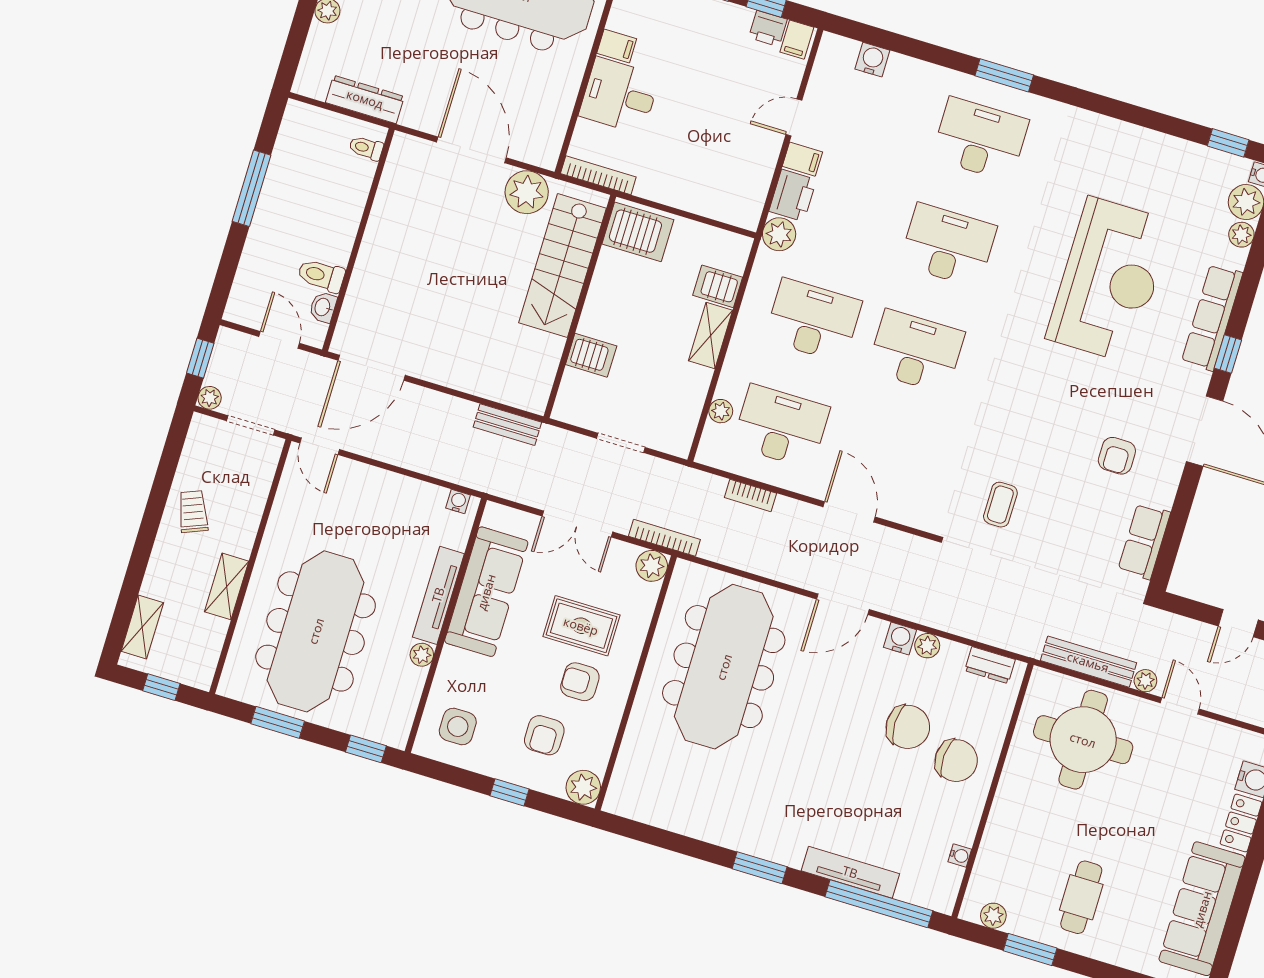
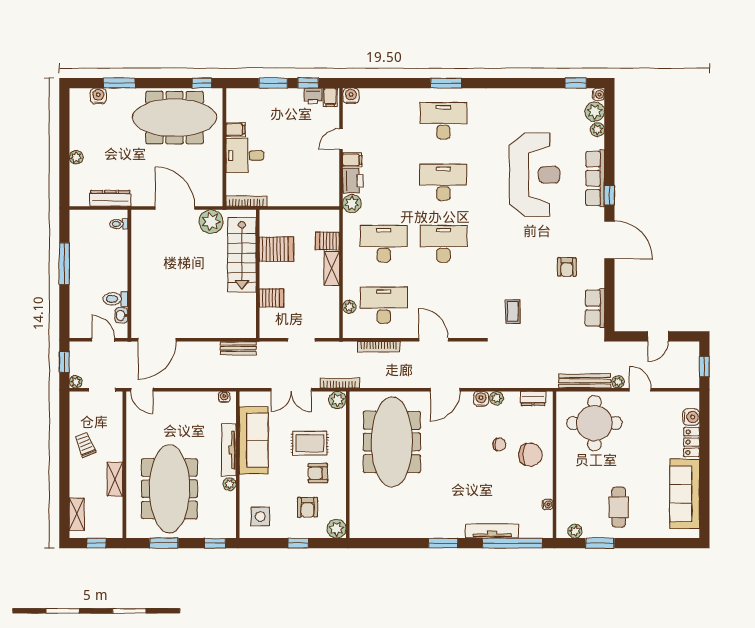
water cooler: (872, 60) -> (351, 96), moved
server rack: (638, 232) -> (277, 249), moved
bookcase: (750, 495) -> (379, 347), width x1.56
chair: (908, 727) -> (499, 444), width x0.54, depth x0.54

